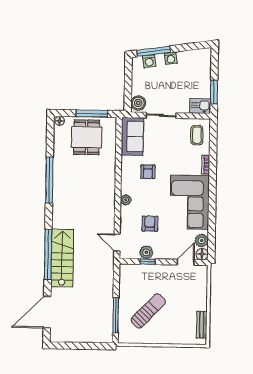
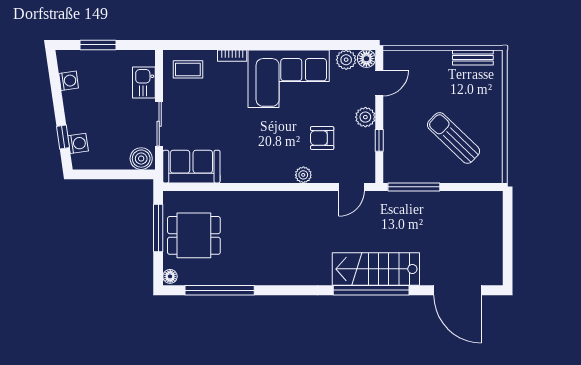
window: (154, 51) -> (63, 137), width x0.46
washing machine: (171, 58) -> (69, 81), moved
window: (214, 92) -> (98, 45), moved
kitchen sink: (200, 106) -> (144, 82), moved
armchair: (148, 172) -> (244, 142), removed
window: (49, 180) -> (220, 290), moved
plant: (126, 200) -> (303, 175), moved
plant: (146, 252) -> (365, 117), moved
door: (186, 262) -> (379, 83), swing flipped
window: (116, 315) -> (414, 187), moved

